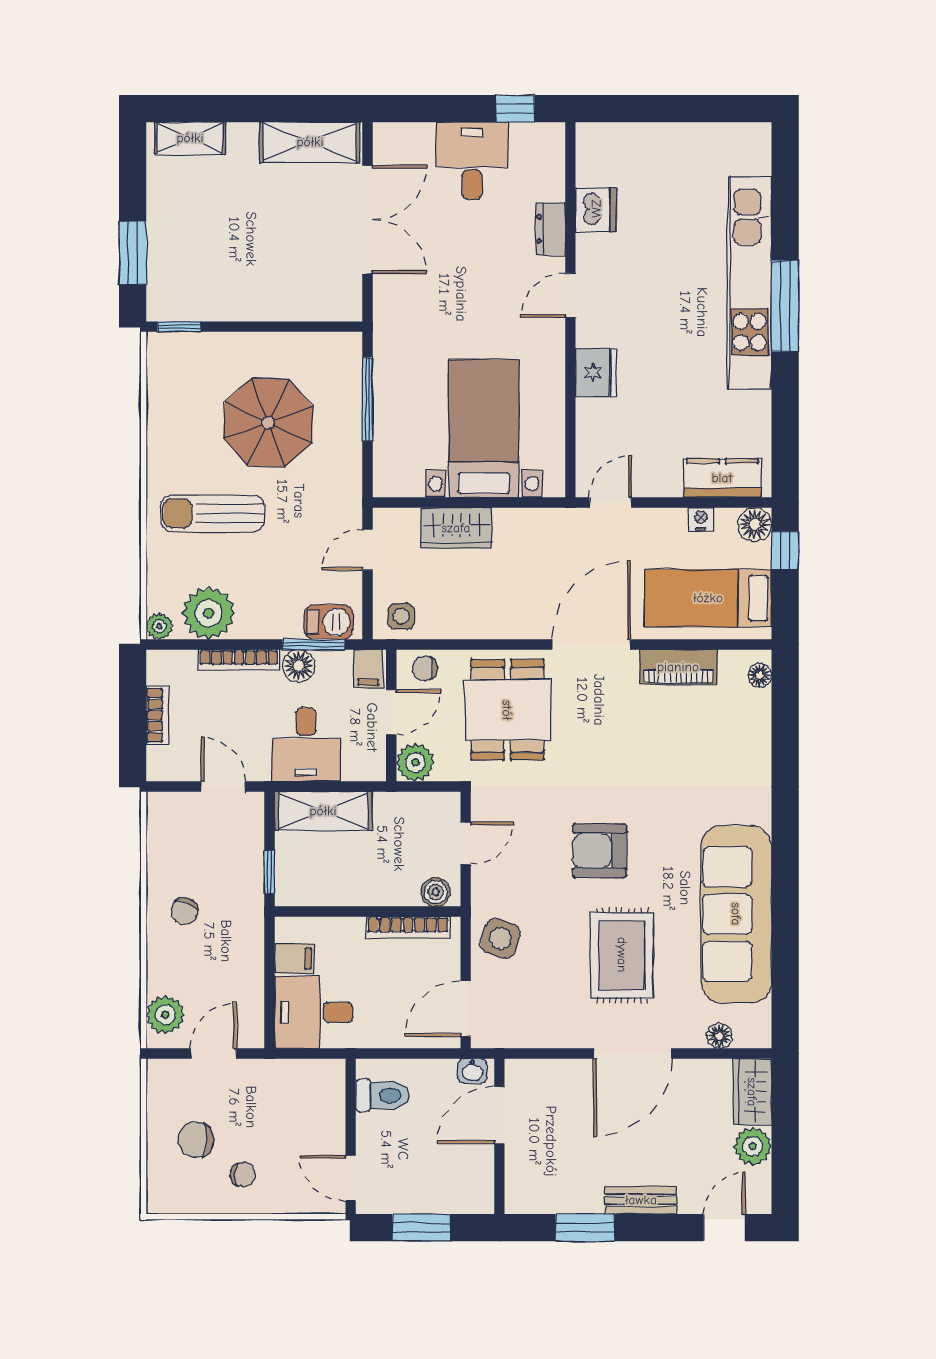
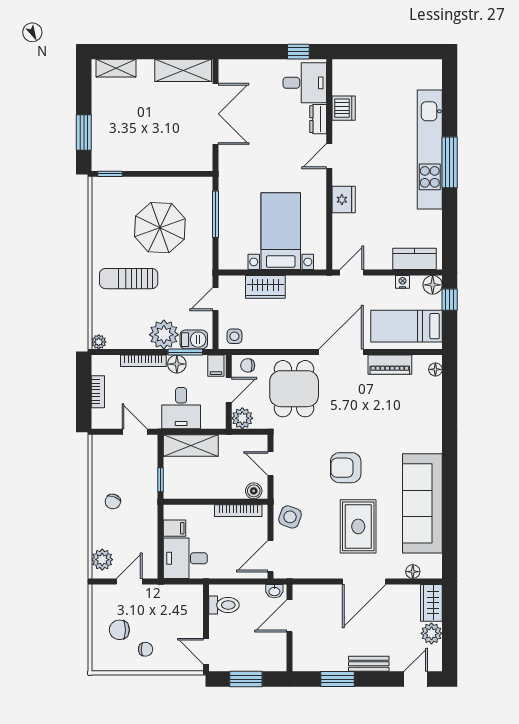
desk: (472, 161) -> (305, 83), moved, turned 90
plant: (209, 613) -> (164, 335), moved
door: (466, 843) -> (271, 463), swing flipped

